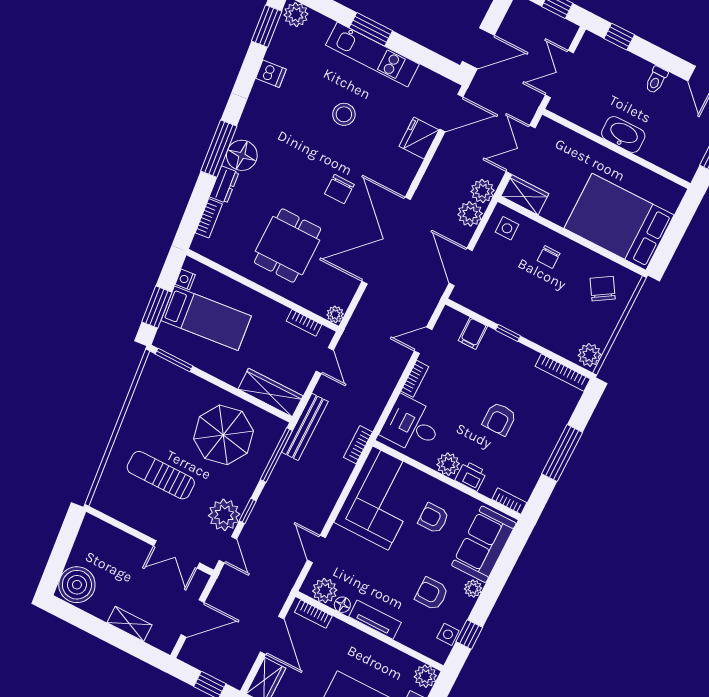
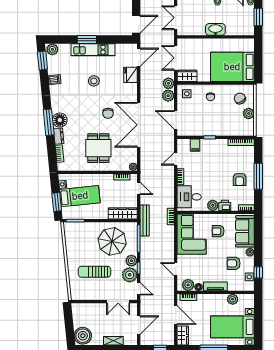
plant: (589, 355) -> (249, 113), moved
armchair: (499, 419) -> (240, 179), moved
plant: (241, 490) -> (131, 261), added
plant: (425, 676) -> (233, 299), moved

